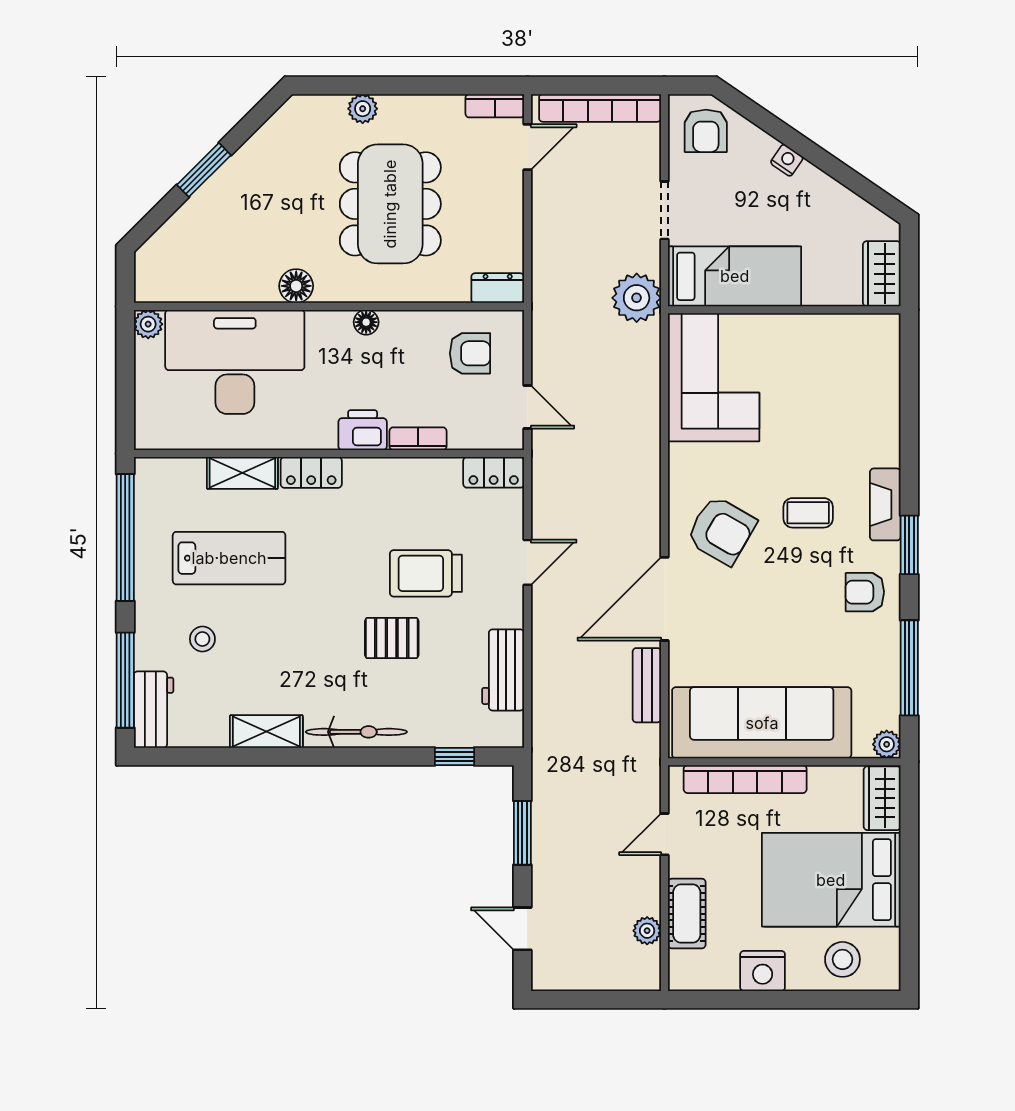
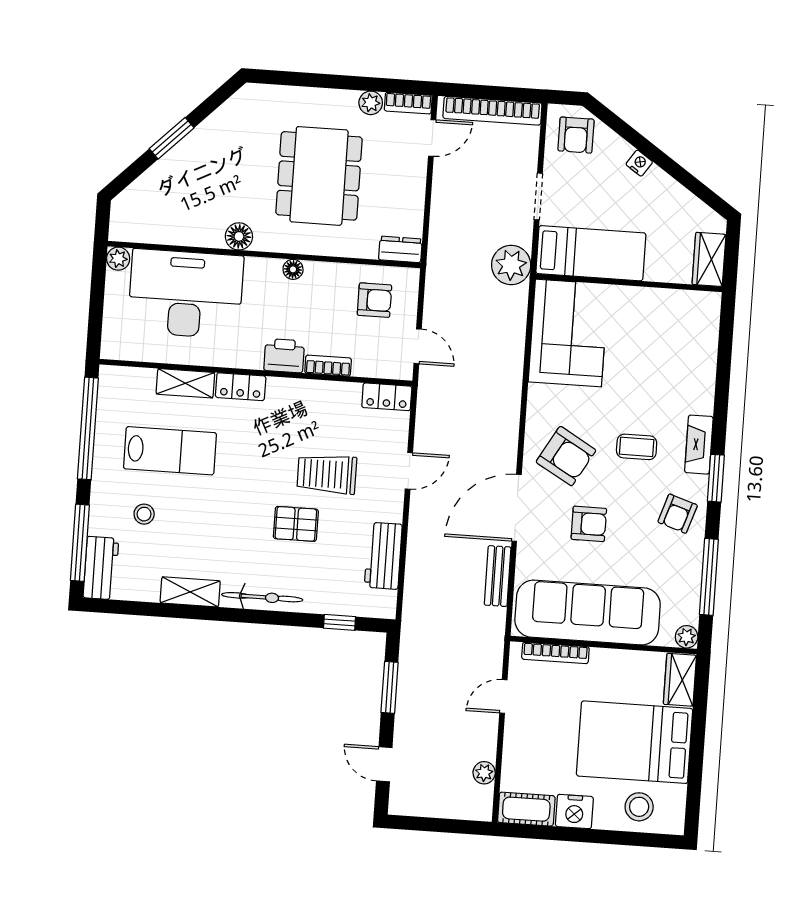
plant: (363, 109) -> (371, 103), moved
armchair: (865, 592) -> (678, 514), turned -72
armchair: (756, 613) -> (589, 524), added
bookcase: (745, 779) -> (555, 653), width x0.68, depth x0.76
cot: (687, 914) -> (526, 809), moved, turned 90

